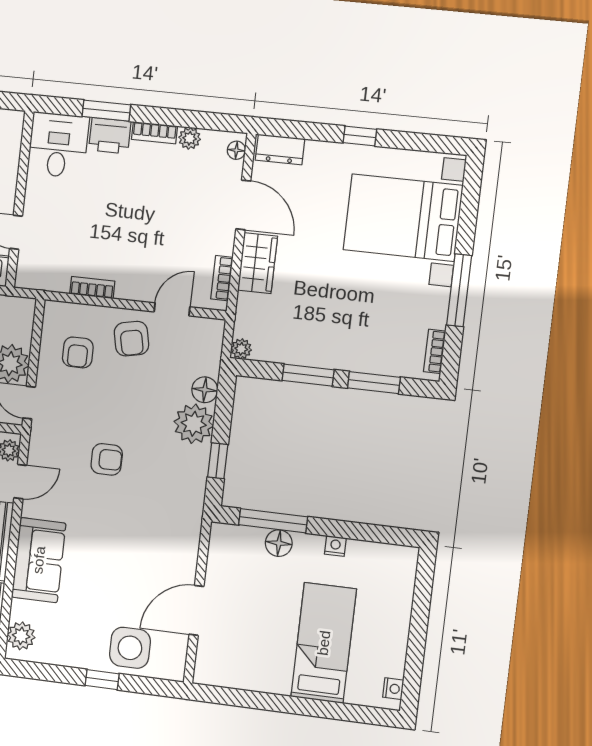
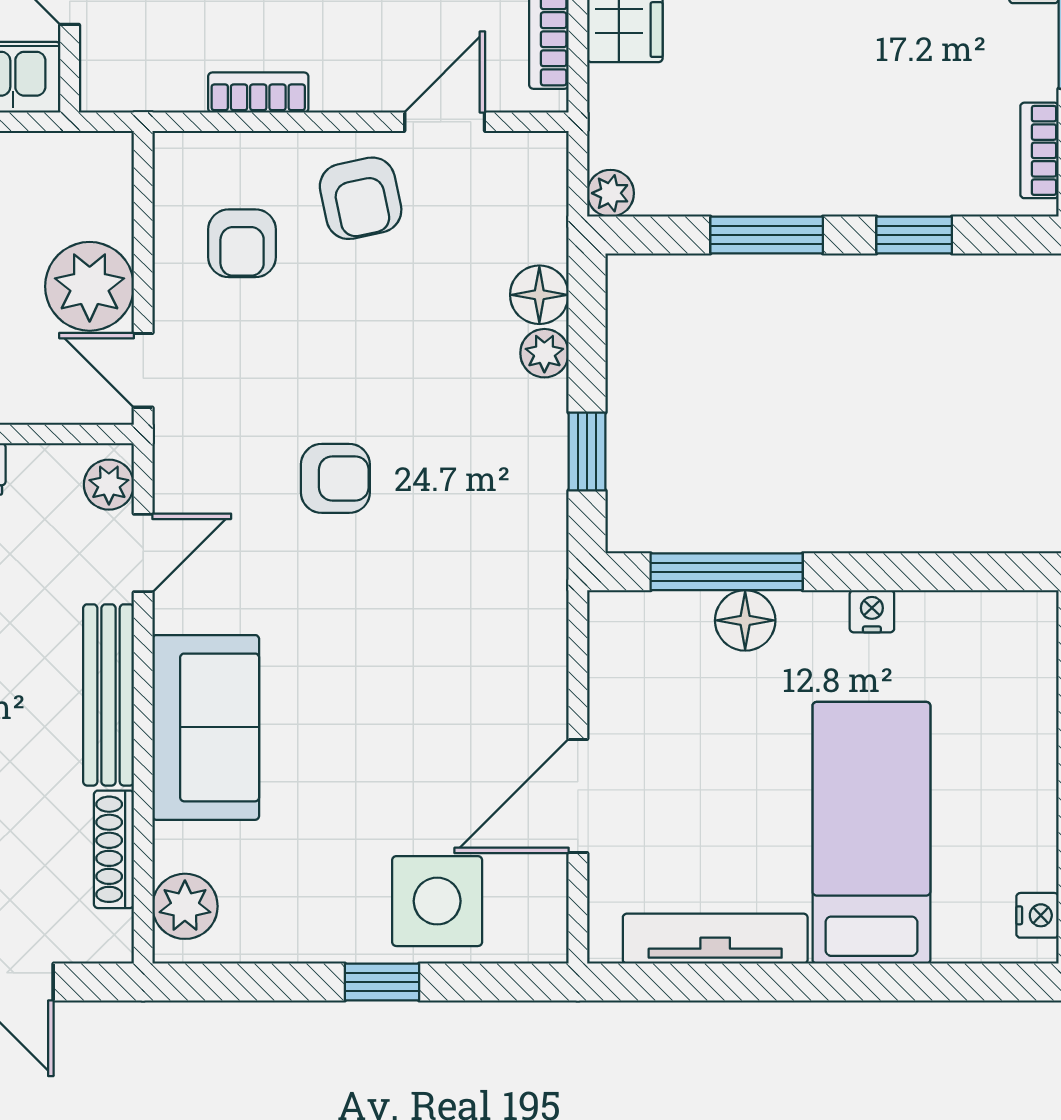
window: (374, 383) -> (914, 235), width x0.67
plant: (194, 424) -> (544, 353), width x0.53, depth x0.53
tv unit: (249, 680) -> (715, 939), added

